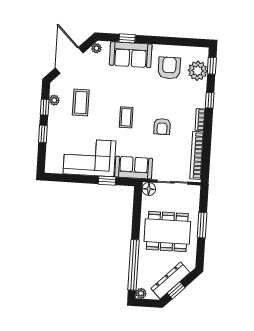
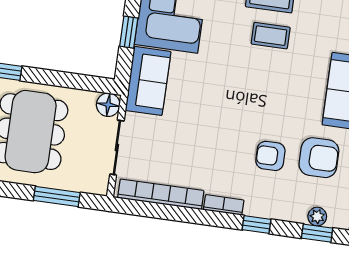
plant: (198, 71) -> (317, 217), width x0.53, depth x0.53
coffee table: (126, 117) -> (271, 36), moved
armchair: (162, 127) -> (270, 156), moved
window: (202, 225) -> (57, 196), moved

